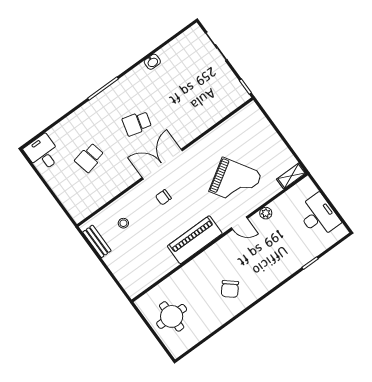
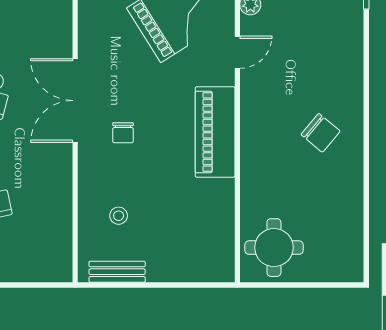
round table: (172, 316) -> (274, 248), moved

